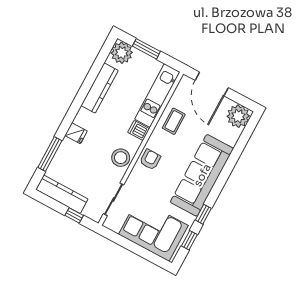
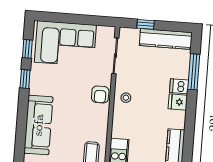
dishwasher: (139, 130) -> (179, 86), moved, turned 180
stool: (121, 158) -> (126, 98), width x0.53, depth x0.53
armchair: (150, 160) -> (100, 94), moved
sofa: (202, 175) -> (38, 125), width x0.74, depth x0.79

